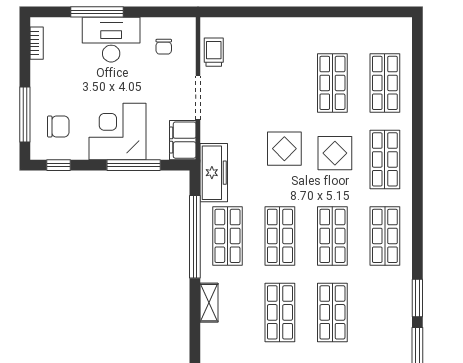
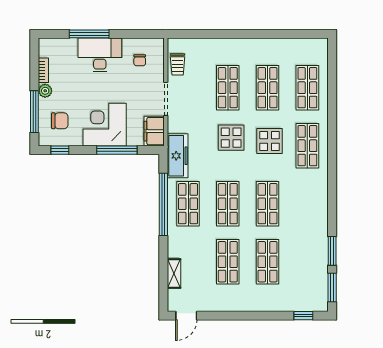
bookcase: (37, 43) -> (43, 70), moved
trolley: (214, 52) -> (178, 64), turned 180
plant: (39, 87) -> (45, 91), added
shop shelf: (385, 236) -> (228, 88), moved
shelving: (209, 303) -> (174, 274), moved

